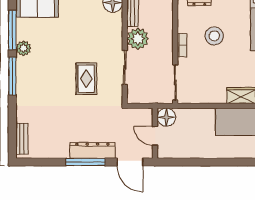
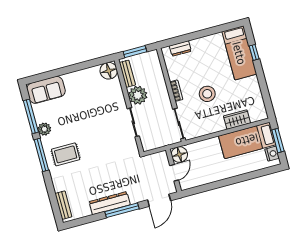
stool: (214, 36) -> (207, 94), moved
rug: (86, 79) -> (66, 154), moved, turned 90
door: (155, 136) -> (174, 173), swing flipped
dresser: (92, 150) -> (110, 203), moved
door: (130, 162) -> (159, 200), hinge flipped

